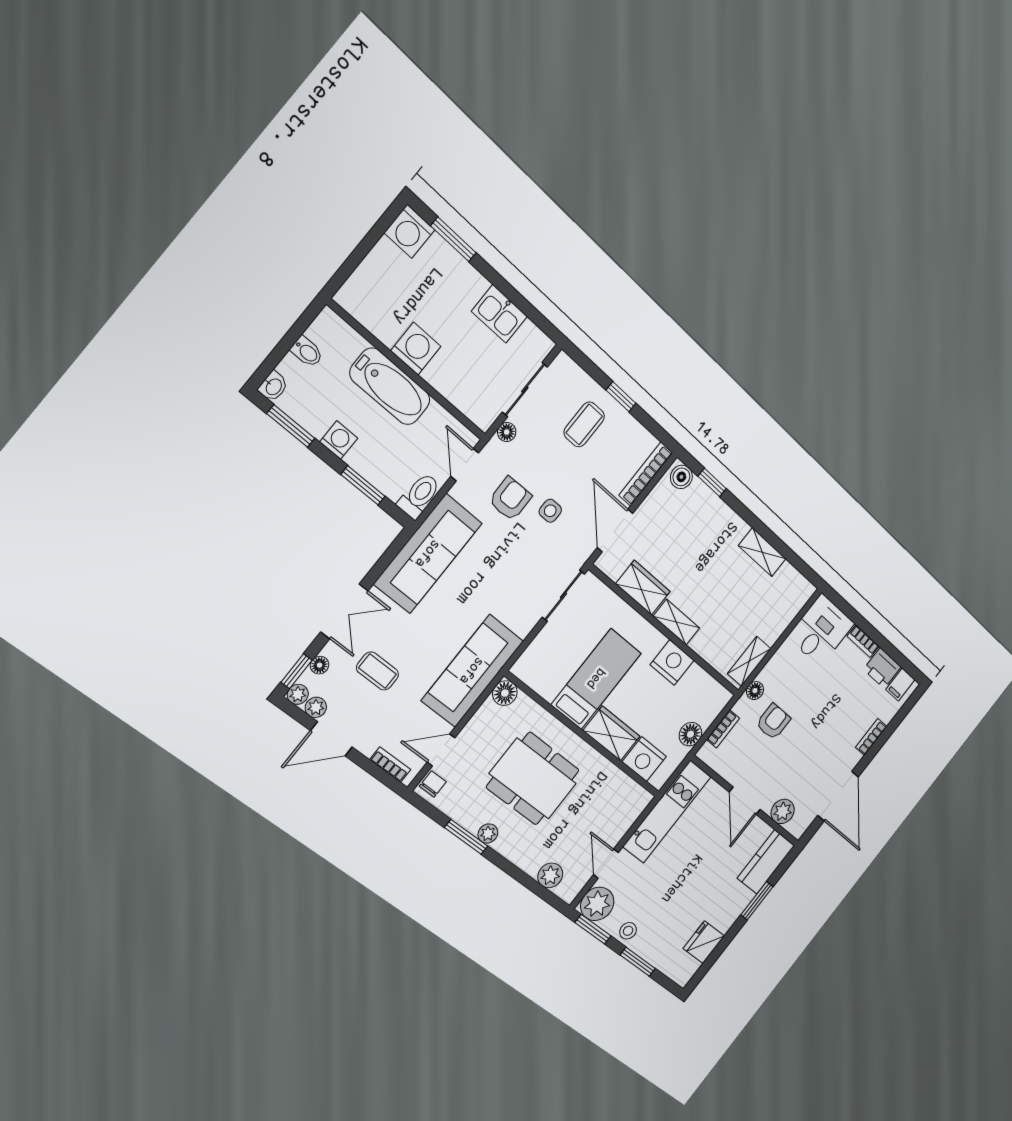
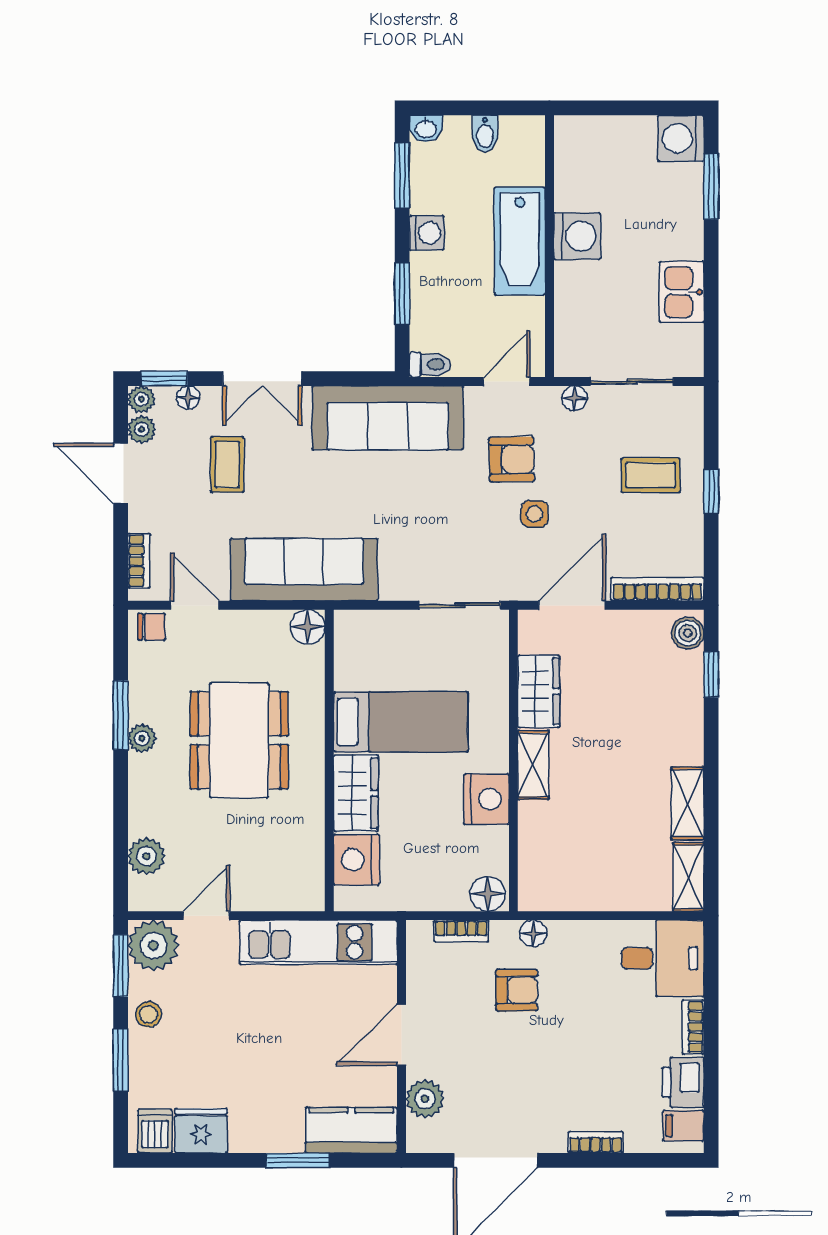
toilet: (419, 496) -> (430, 365), width x0.73, depth x0.72
shelving: (749, 661) -> (688, 877), moved, turned 90
floor lamp: (690, 734) -> (488, 894), moved
dishwasher: (685, 967) -> (155, 1131), added

